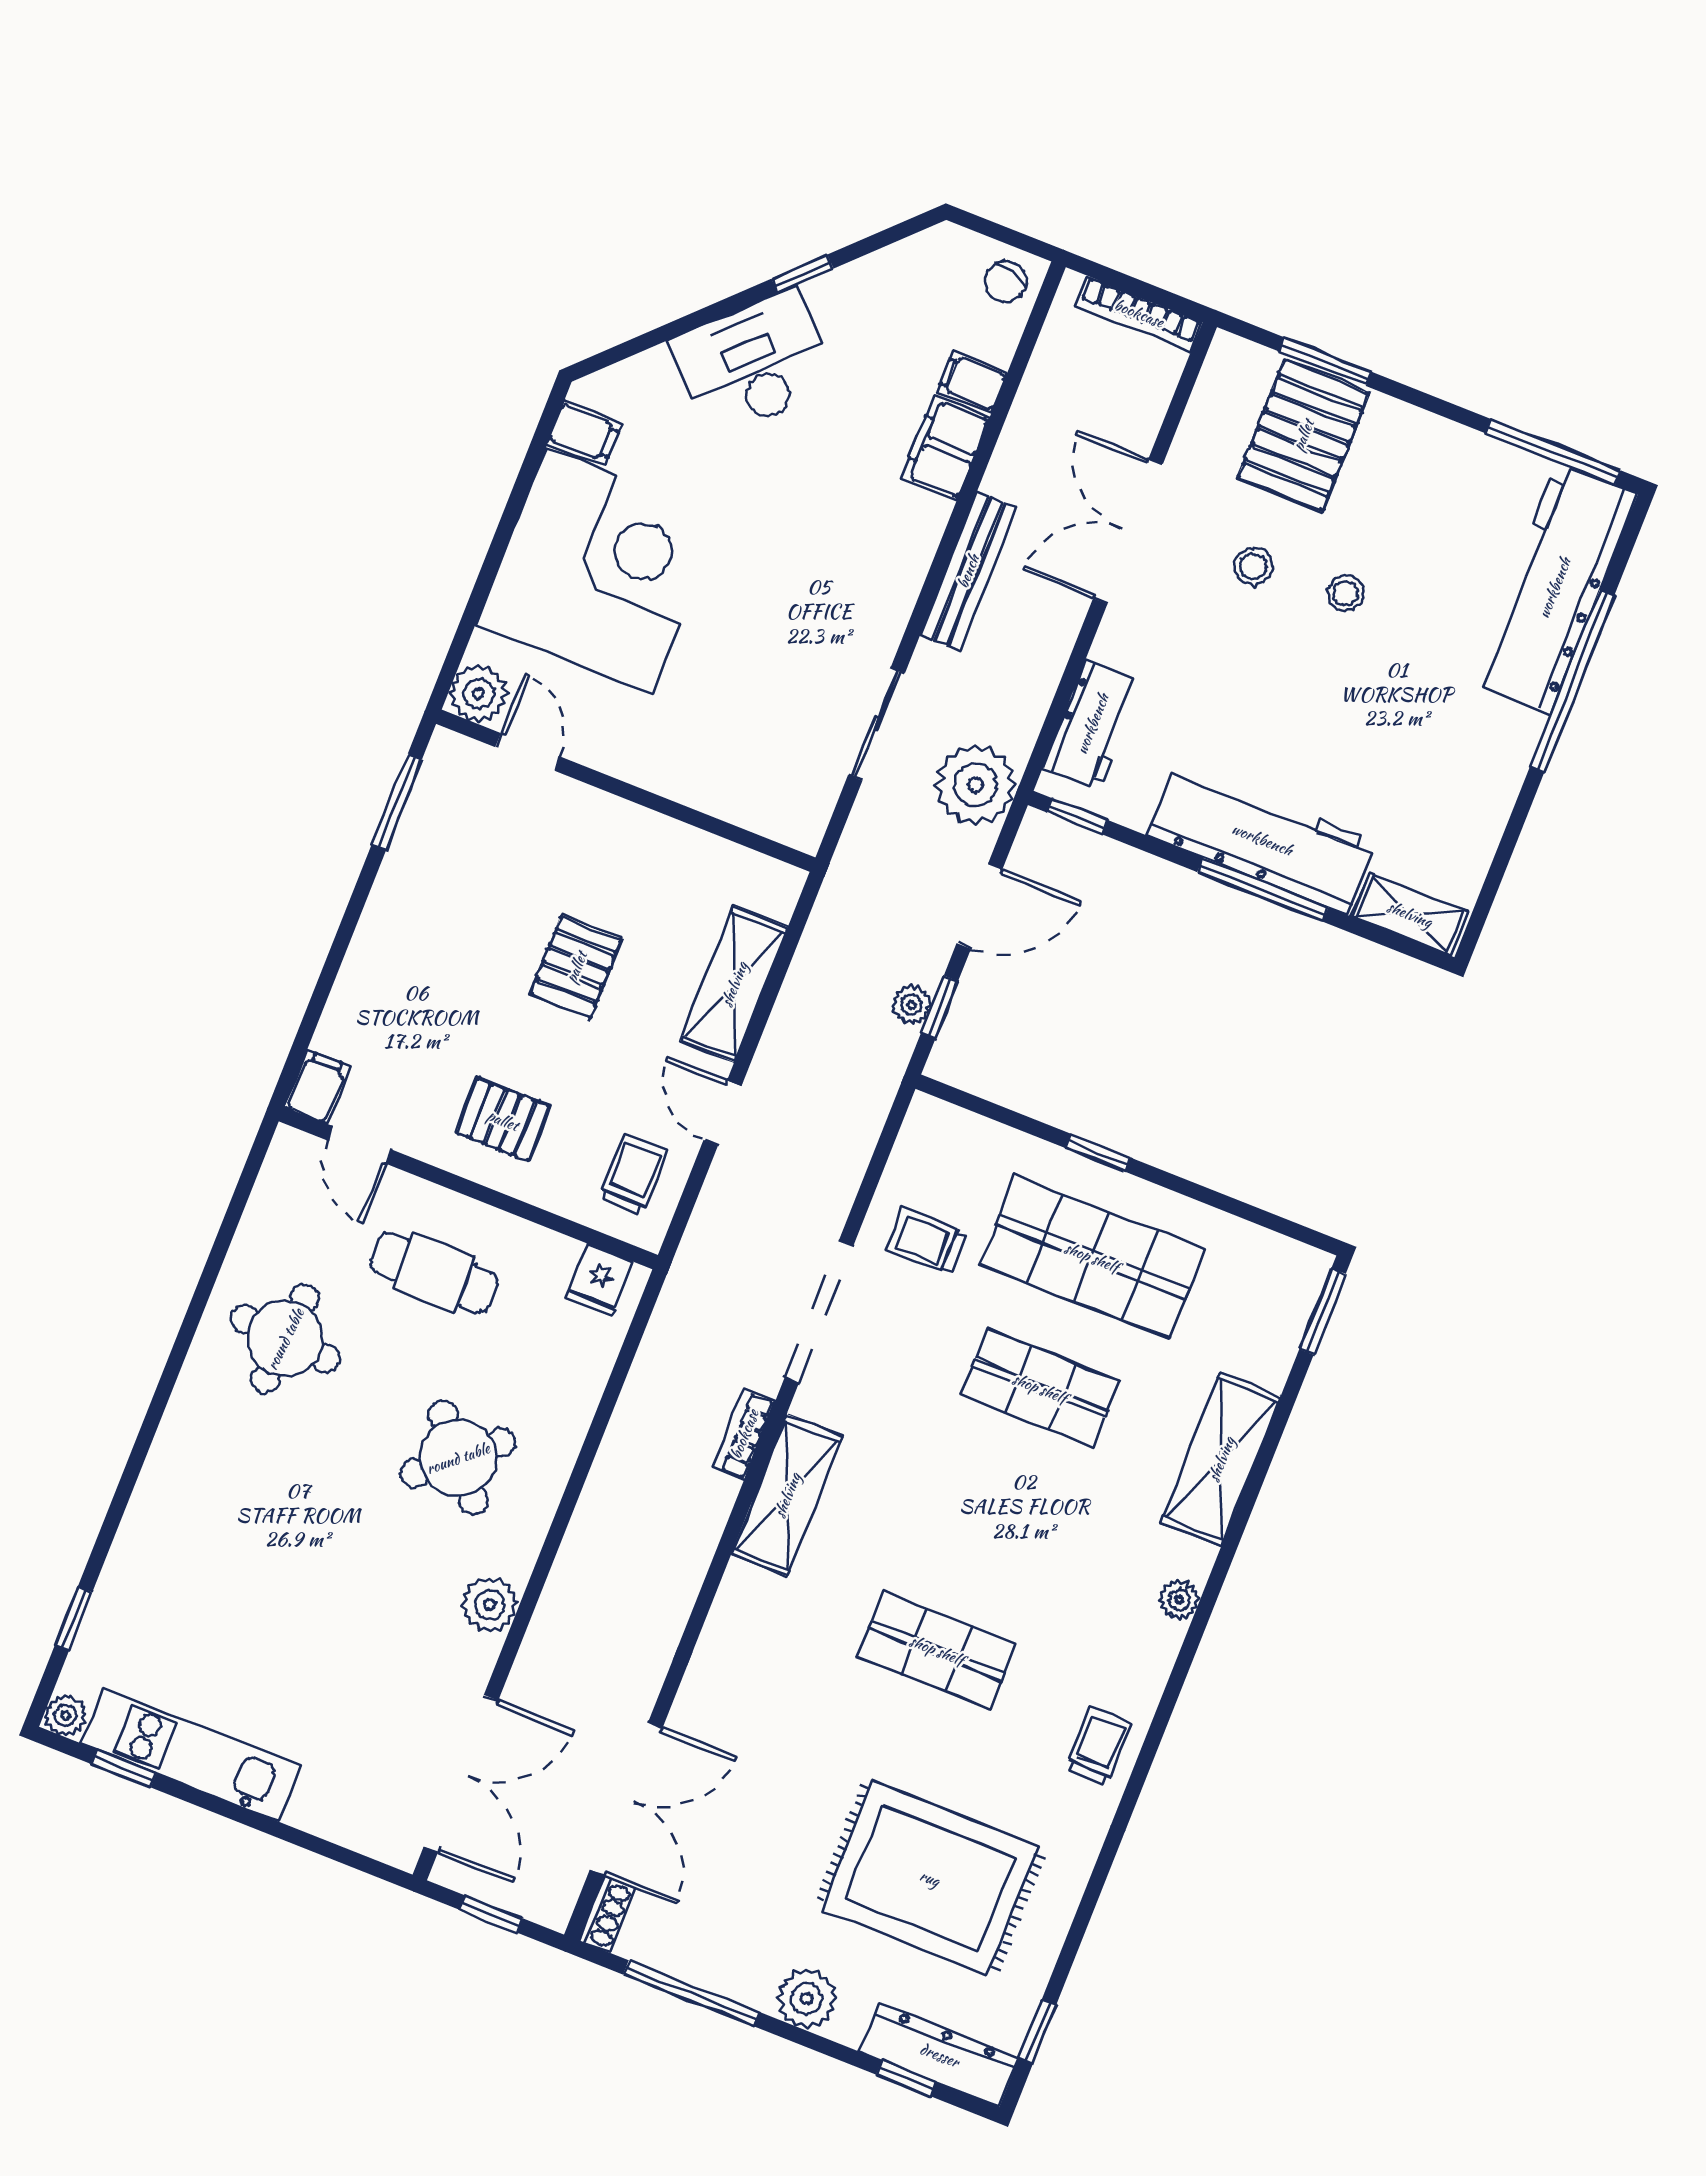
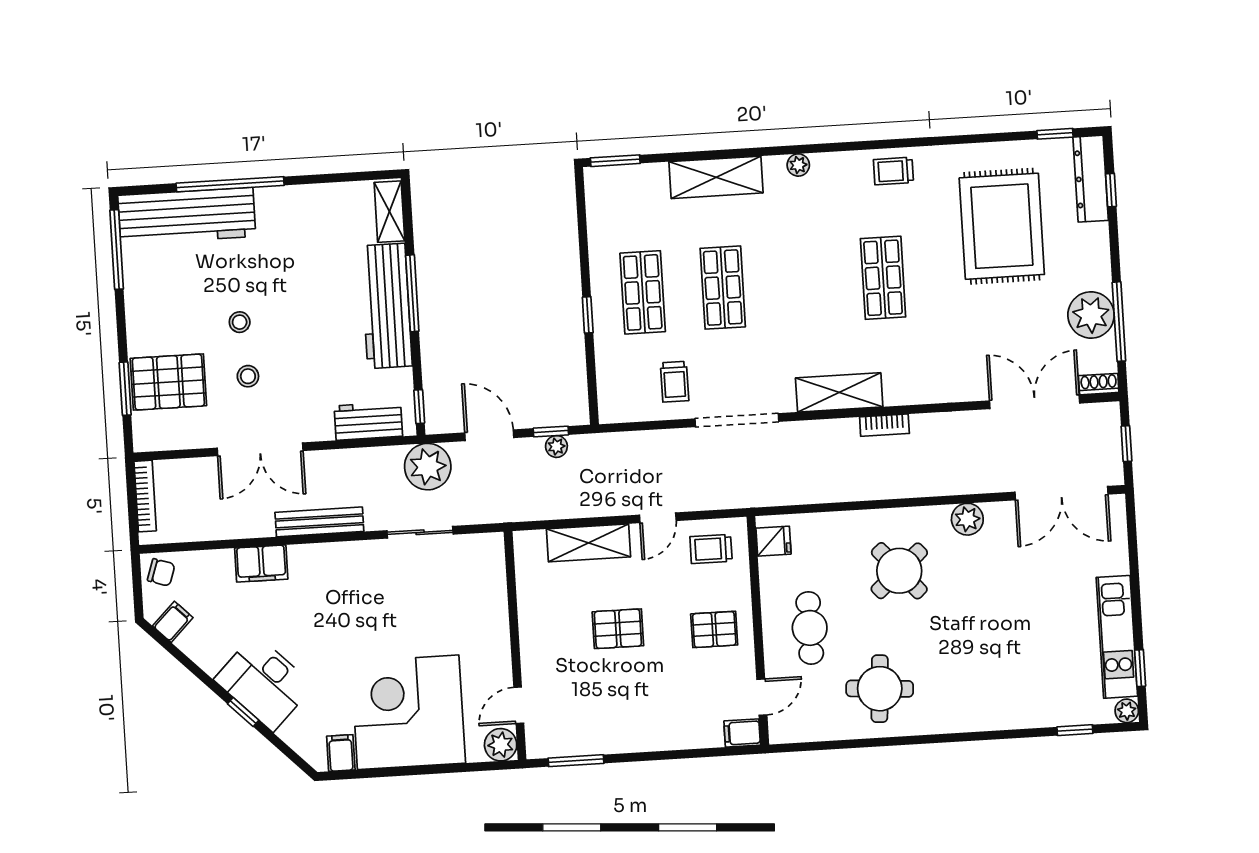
window: (802, 274) -> (243, 712), moved
filing cabinet: (972, 382) -> (173, 622), moved, turned -135
pallet: (503, 1120) -> (714, 629), turned 90
shop shelf: (1092, 1257) -> (643, 292), width x0.70, depth x0.74
bookcase: (744, 1434) -> (884, 425), moved
double door: (461, 1774) -> (1061, 493), swing flipped
plant: (807, 1999) -> (1091, 315), moved, width x1.36, depth x1.36

